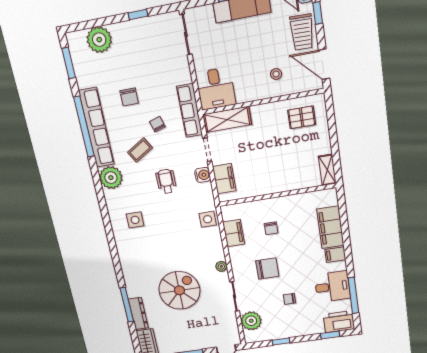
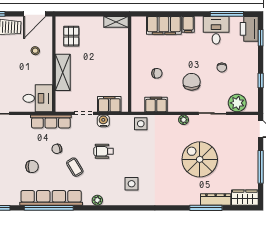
shelving: (227, 119) -> (63, 72), moved
plant: (111, 178) -> (97, 200), width x0.53, depth x0.53

